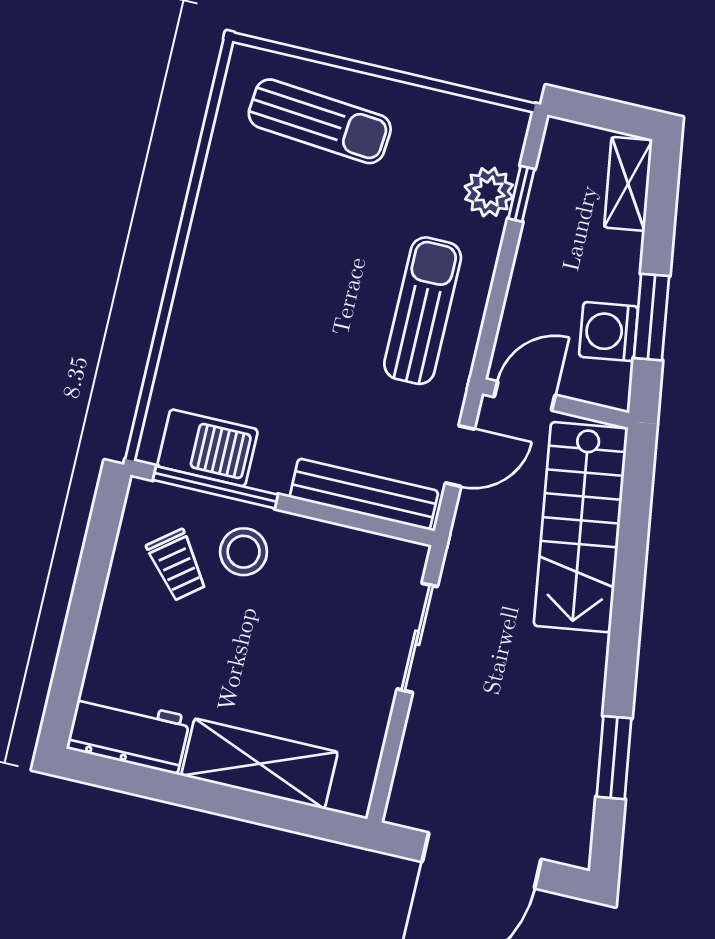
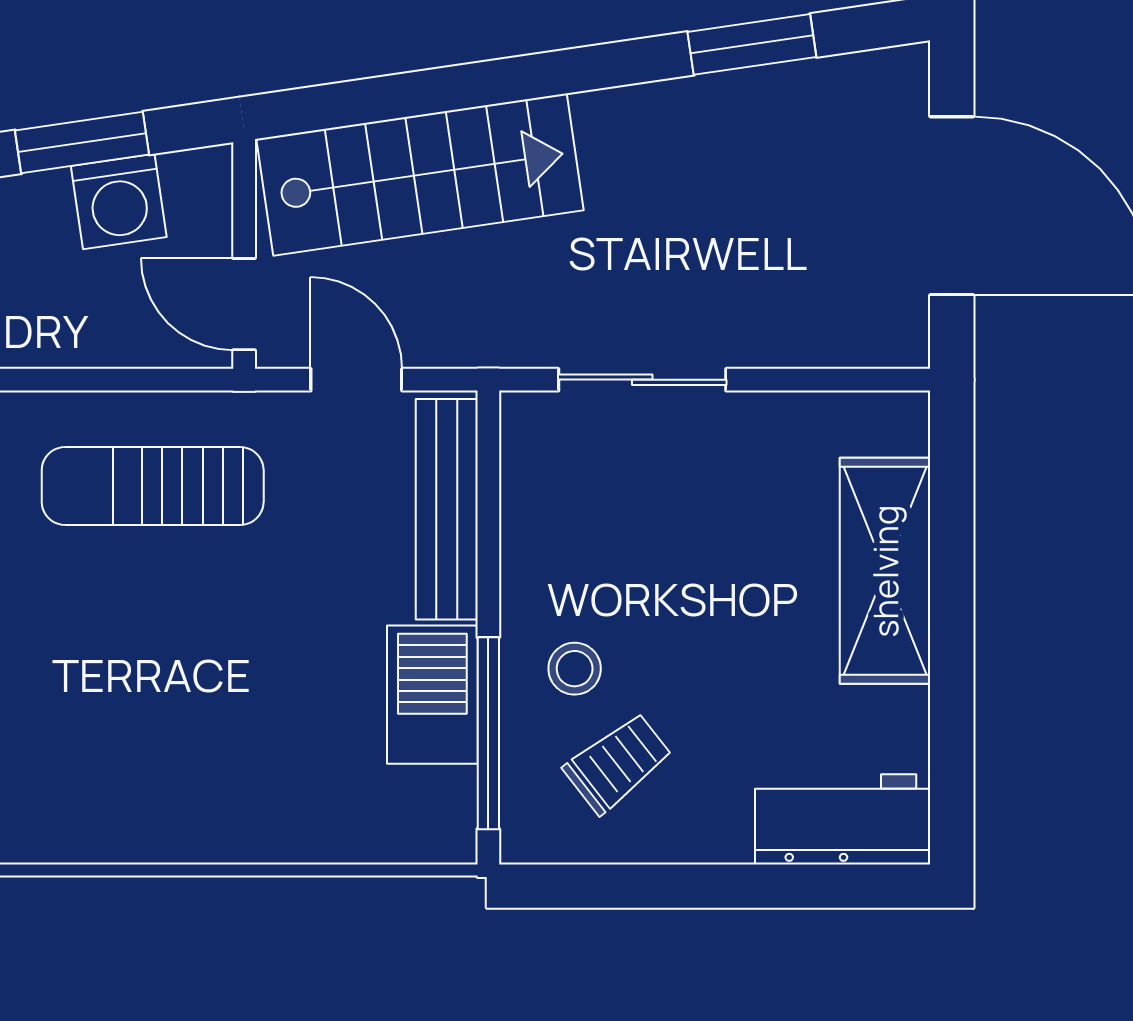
barbecue: (208, 448) -> (432, 695), moved
stool: (244, 552) -> (575, 669), width x0.73, depth x0.73
workbench: (128, 733) -> (843, 819), moved, turned 90

